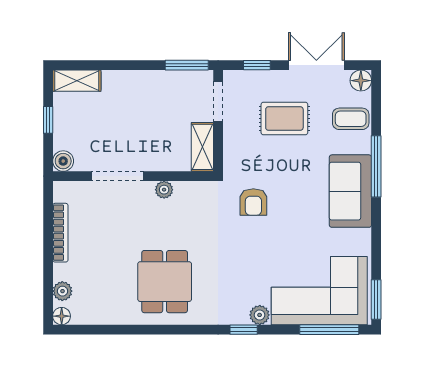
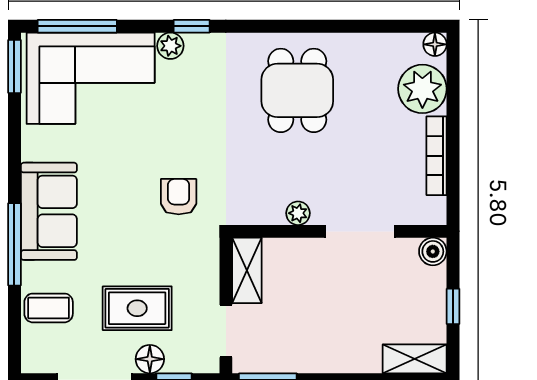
floor lamp: (361, 81) -> (150, 359), moved
plant: (62, 291) -> (422, 89), width x1.87, depth x1.87

